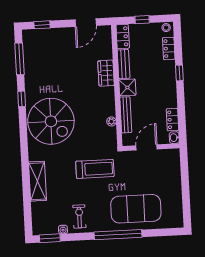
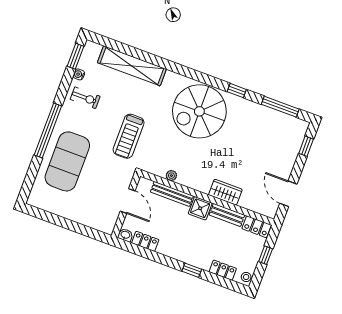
shelving: (38, 181) -> (132, 66), width x1.47

